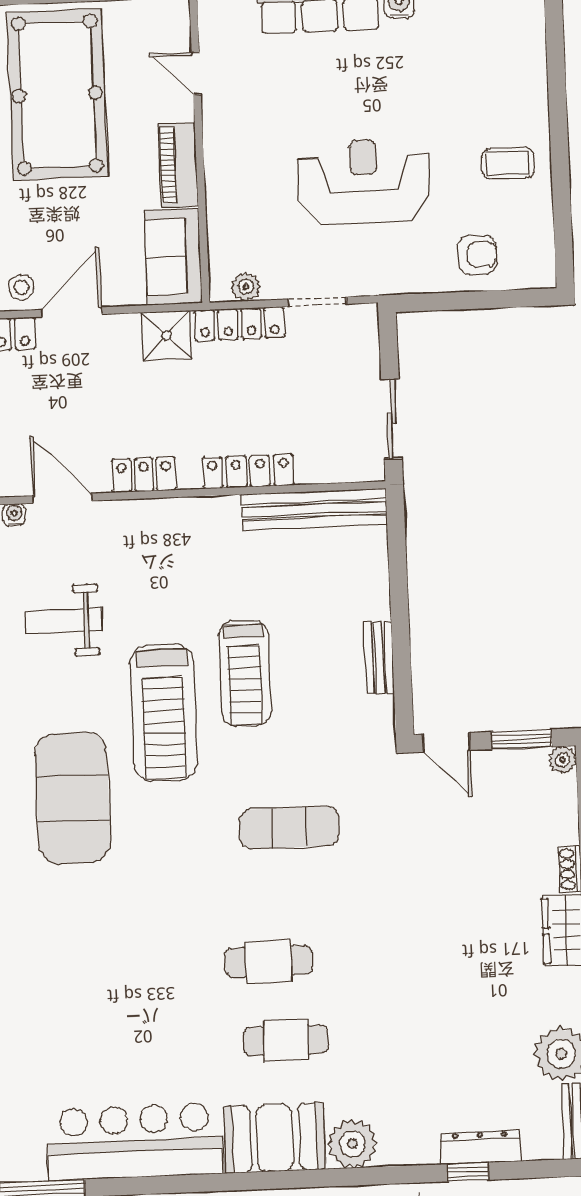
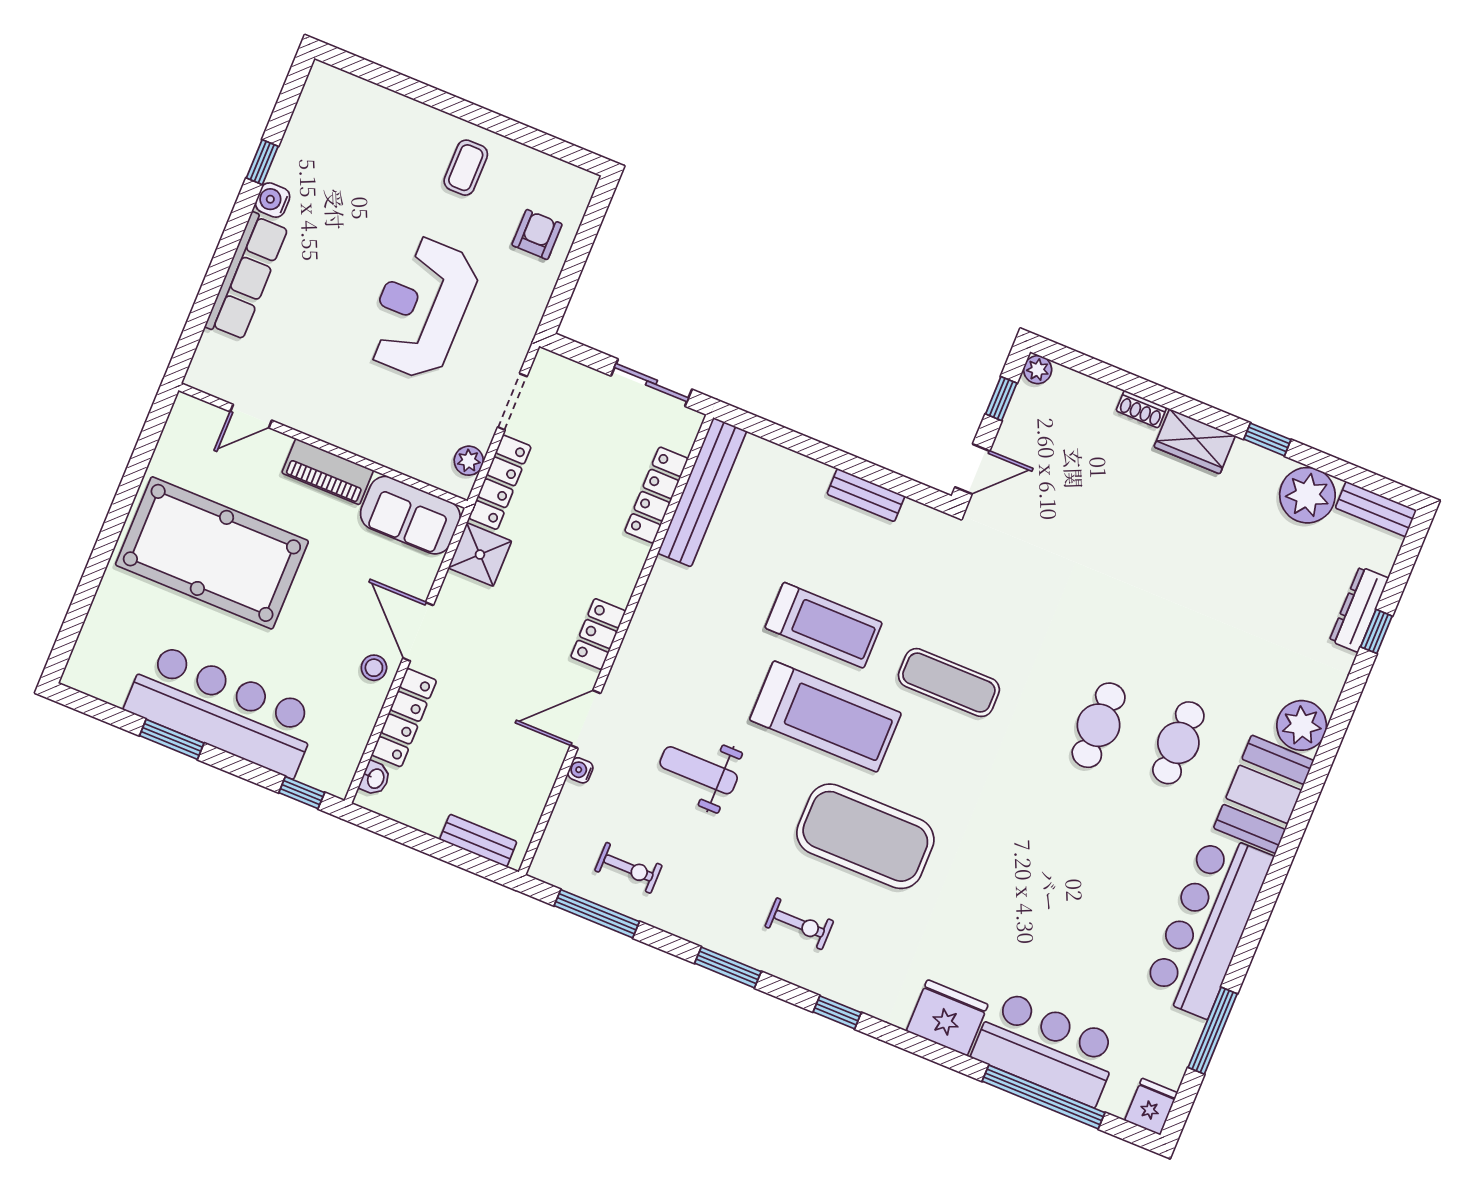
locker: (248, 471) -> (656, 495), moved
weight bench: (63, 621) -> (699, 770), turned 90
window: (522, 739) -> (1001, 399), width x0.67
exercise mat: (289, 828) -> (949, 683), moved, turned 90

